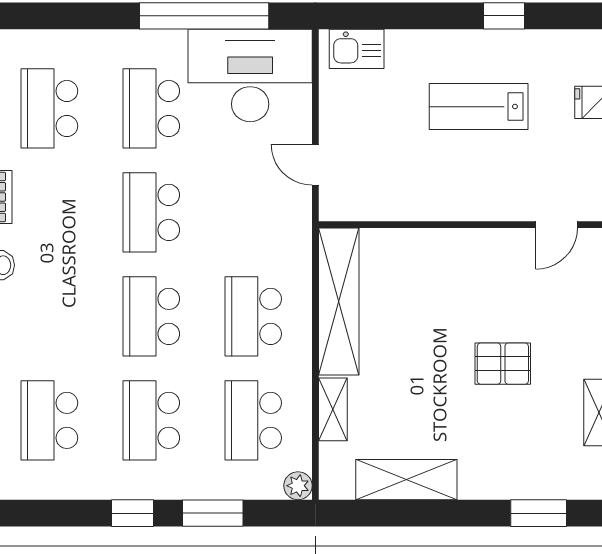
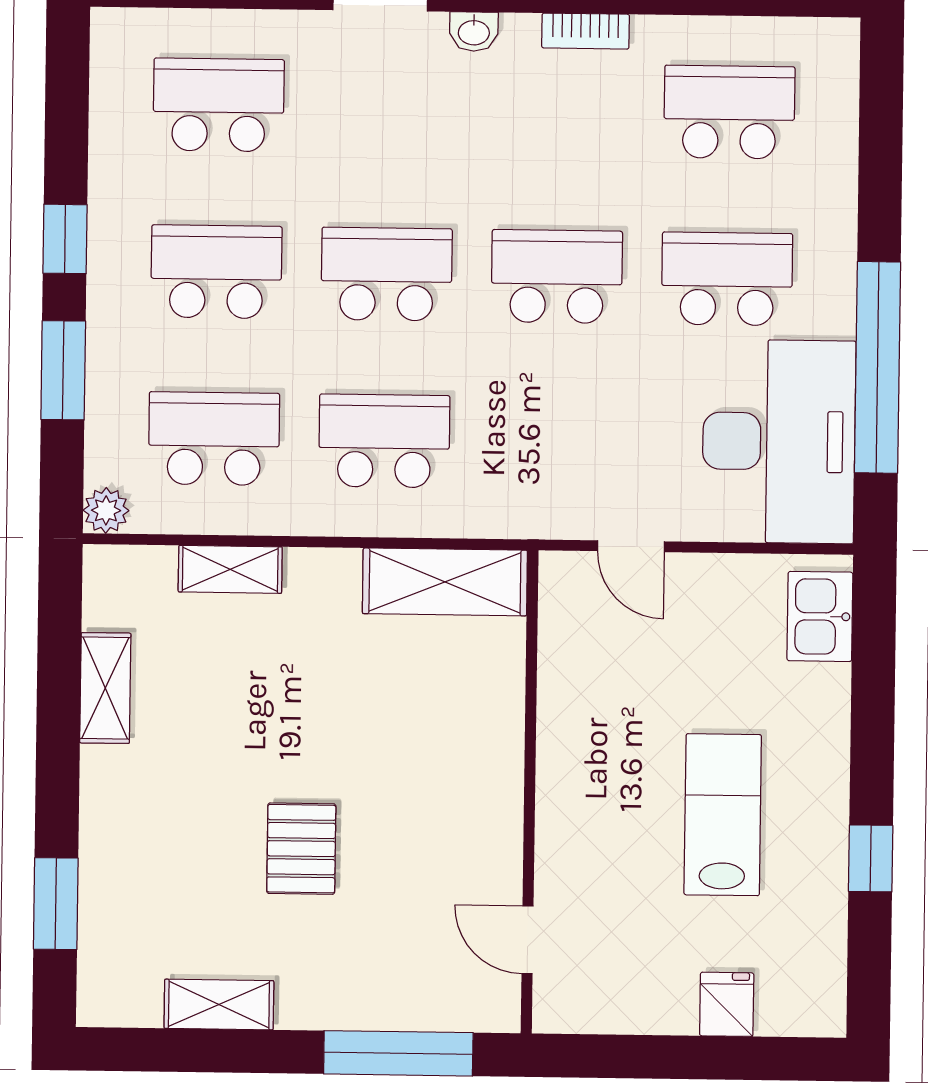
door: (315, 165) -> (631, 546), swing flipped
shelving: (339, 302) -> (445, 582), width x0.68
shelving: (406, 480) -> (105, 688), width x0.67, depth x0.75

